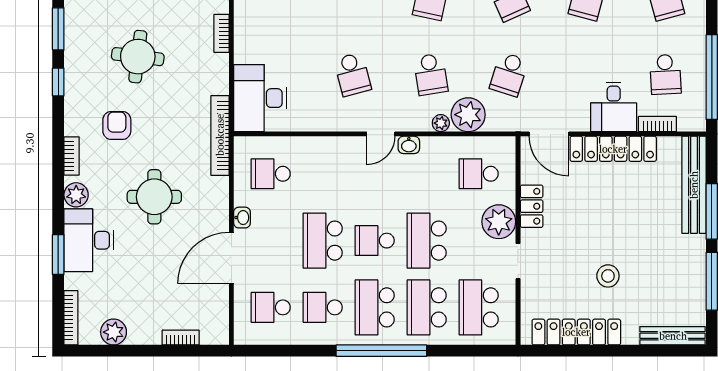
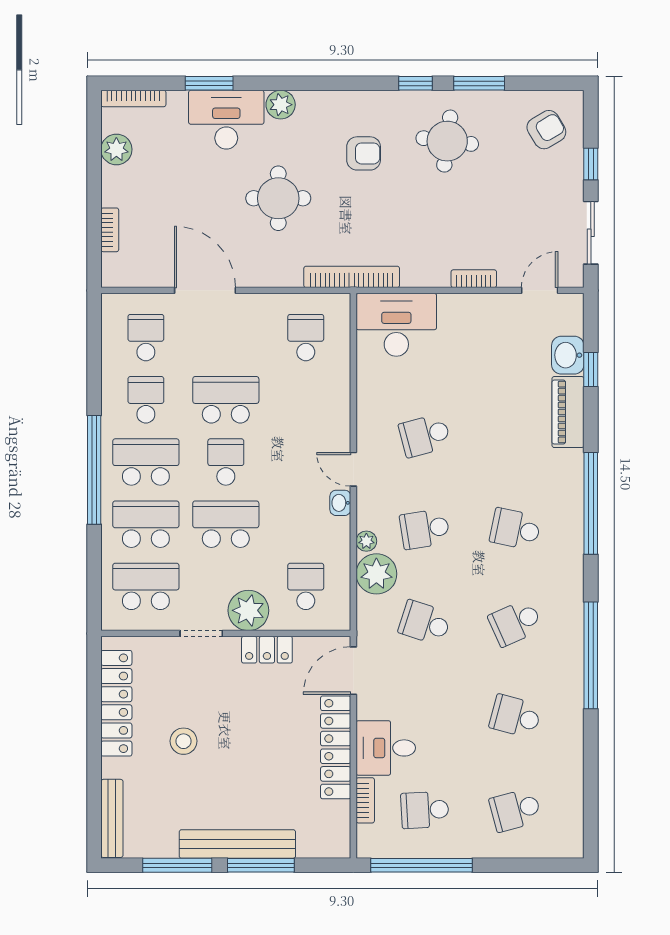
round table: (138, 57) -> (447, 141), moved
bookcase: (72, 156) -> (327, 99), removed
bench: (694, 185) -> (237, 844), moved
washbasin: (242, 218) -> (253, 303), removed

